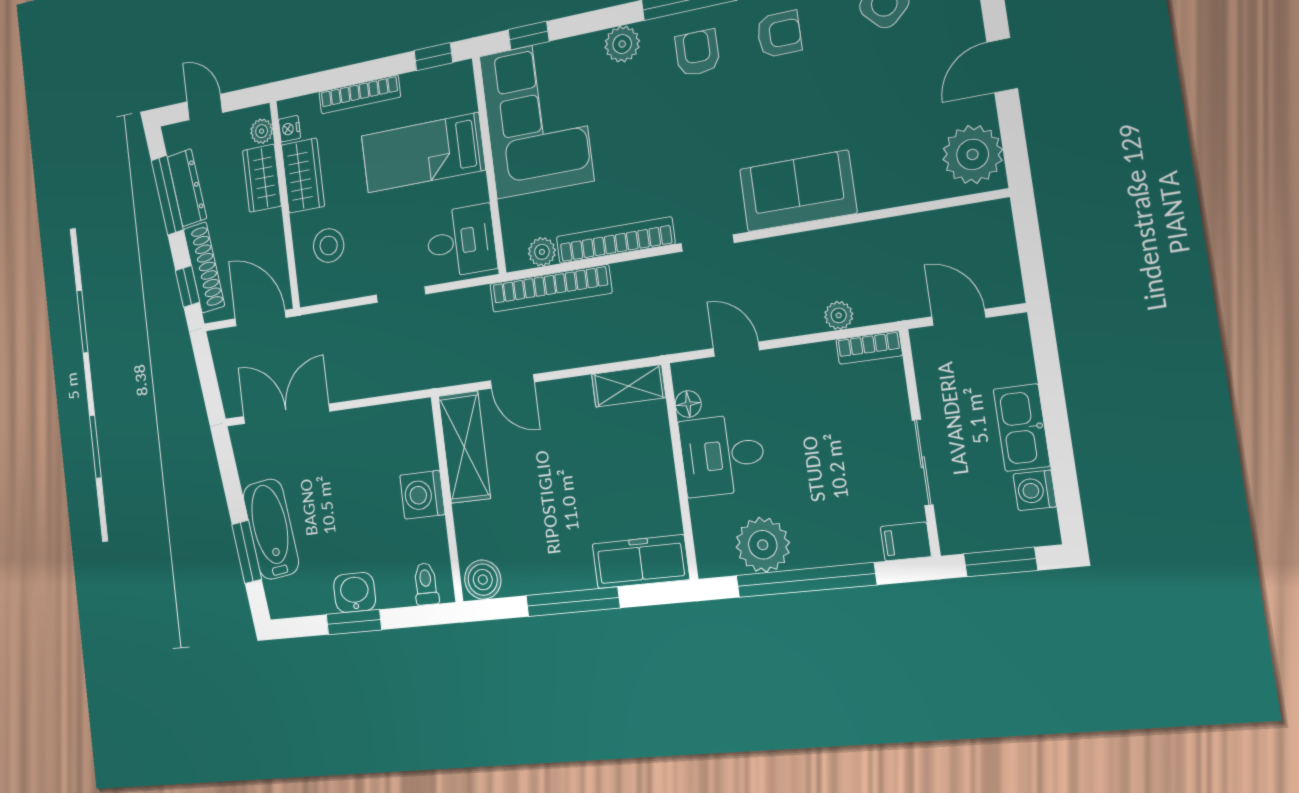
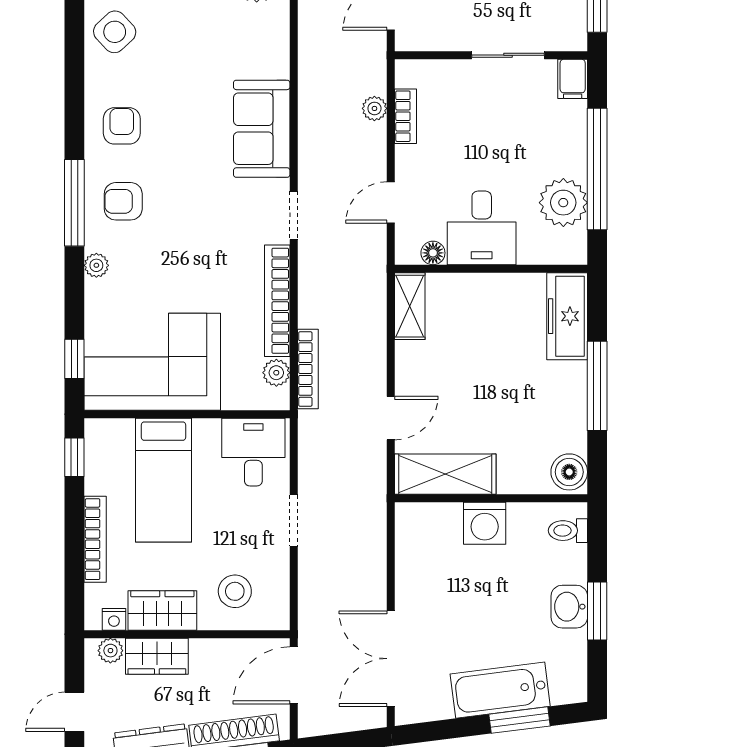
plant: (622, 44) -> (96, 265), width x0.73, depth x0.73
bookcase: (550, 288) -> (308, 369), width x0.68, depth x0.76
bookcase: (869, 348) -> (406, 116), moved

